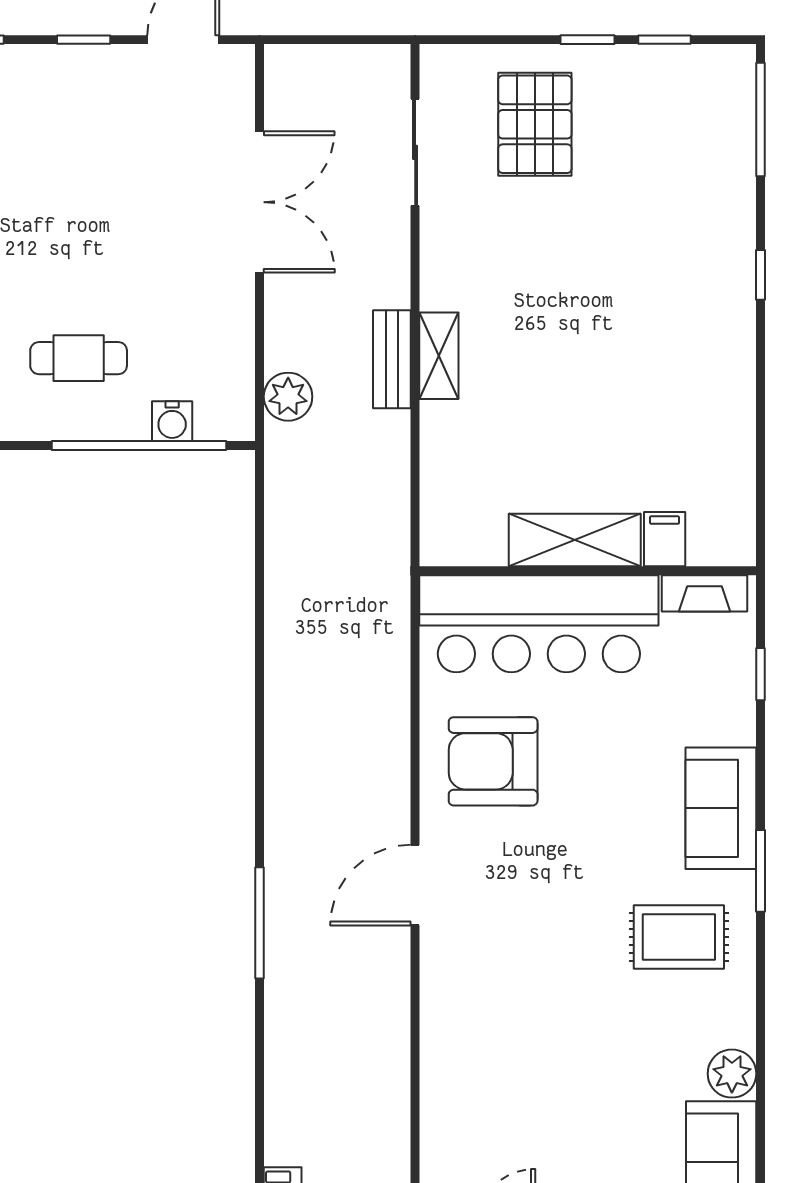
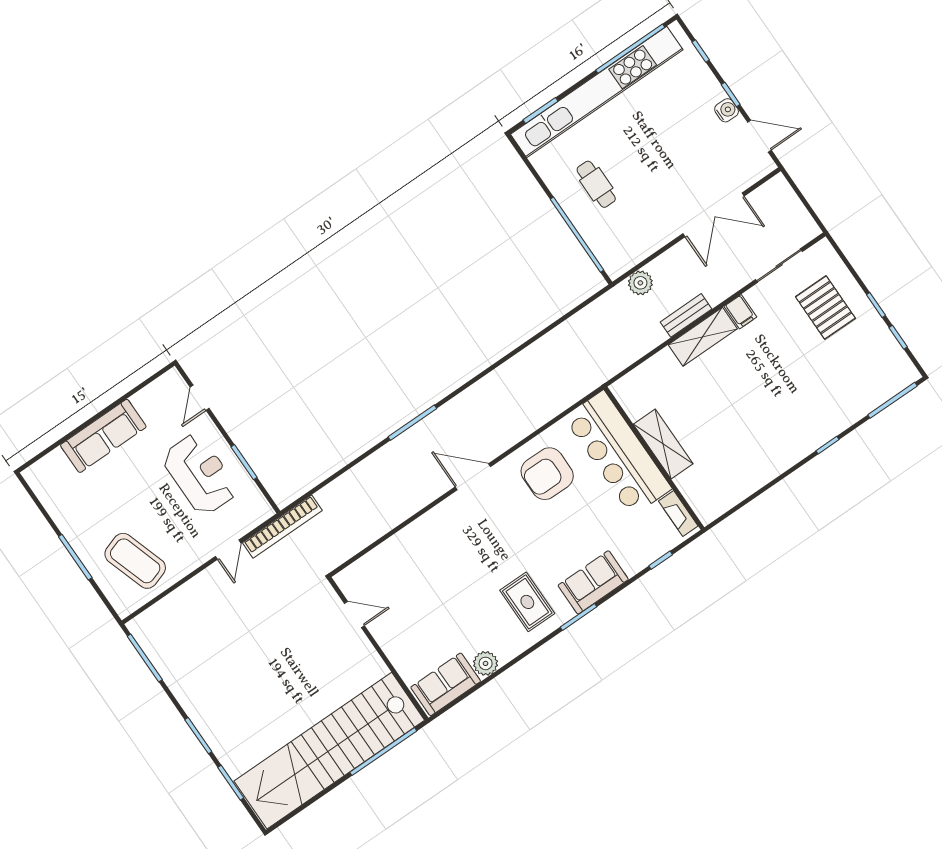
pallet: (535, 124) -> (825, 307), turned 90
shelving: (439, 356) -> (703, 337), width x1.50, depth x1.33
water cooler: (172, 421) -> (727, 110), moved, turned 180
filing cabinet: (665, 539) -> (740, 312), moved, turned 90
armchair: (493, 761) -> (547, 474), turned -90

